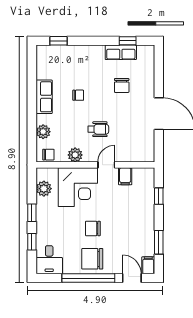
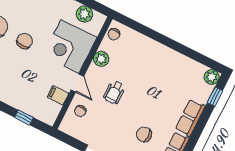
chair: (78, 95) -> (80, 111), moved
row of seats: (44, 97) -> (190, 118), moved, turned 90
plant: (43, 132) -> (212, 77), moved

